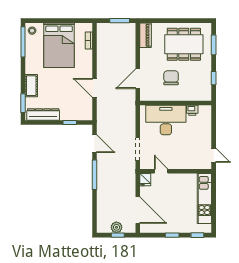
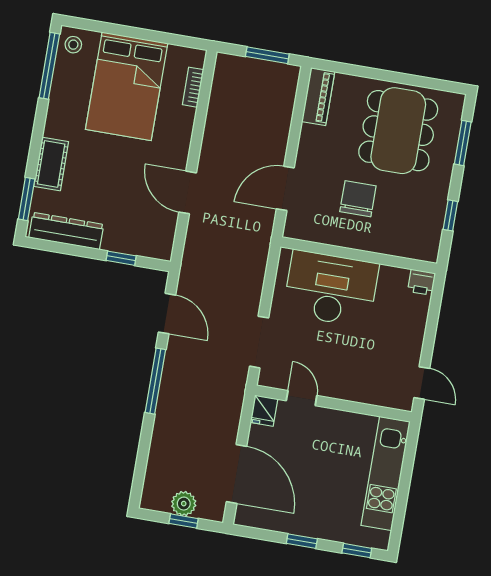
dining table: (184, 44) -> (398, 131), turned 90
printer: (192, 110) -> (421, 282), moved

